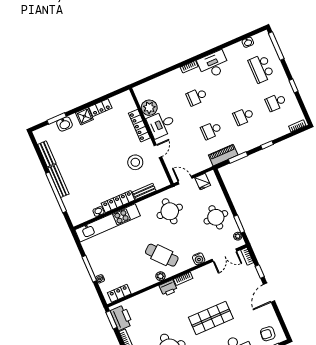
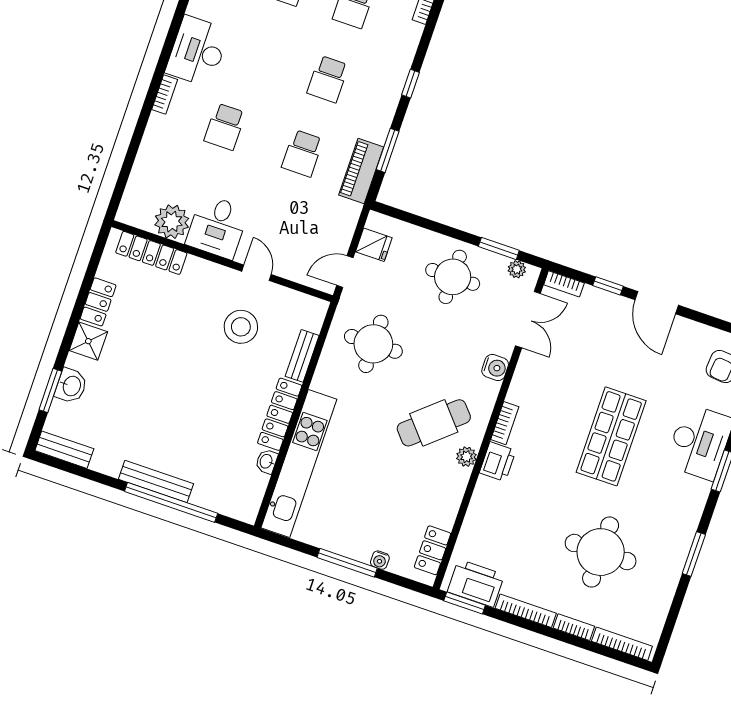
locker: (139, 126) -> (151, 253), moved
bench: (47, 154) -> (64, 450), moved

